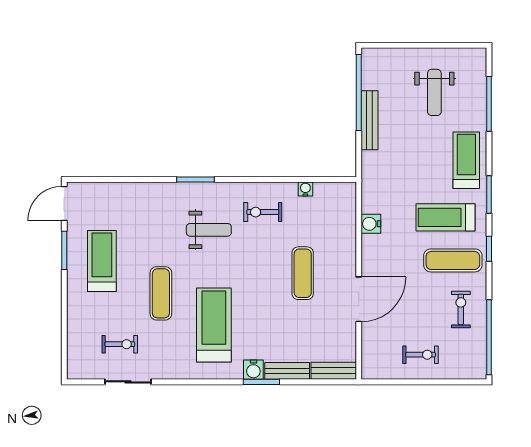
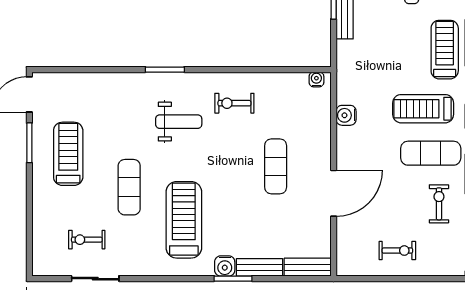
water cooler: (305, 189) -> (316, 79), moved
exercise bike: (120, 344) -> (87, 240), turned 180

